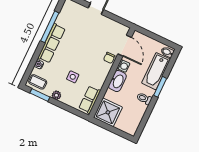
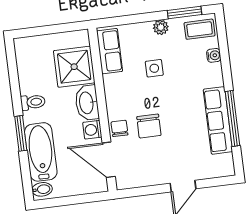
row of seats: (51, 43) -> (218, 120), moved
chair: (94, 50) -> (149, 126), added
shower: (108, 112) -> (74, 67), moved

